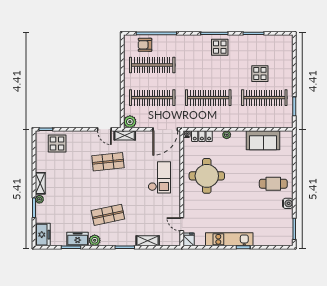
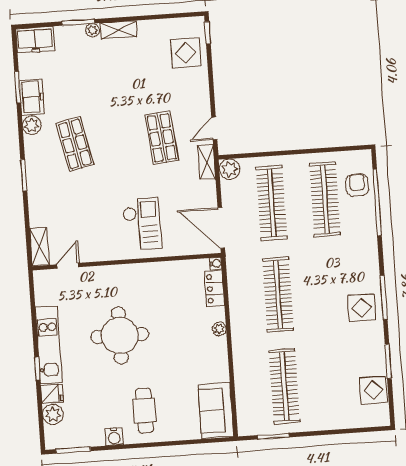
display table: (260, 74) -> (373, 390), moved
sofa: (263, 140) -> (216, 411), moved
round table: (207, 176) -> (120, 336), moved
checkout: (159, 177) -> (142, 224), turned -90
fridge: (189, 239) -> (52, 394), moved
plant: (272, 240) -> (53, 414), added
shelving: (148, 241) -> (39, 247), moved

